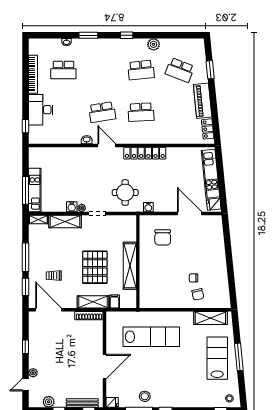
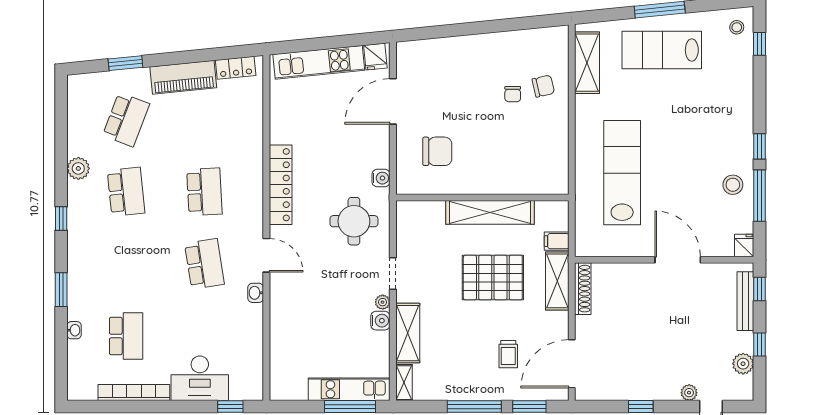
door: (107, 145) -> (266, 255), swing flipped

